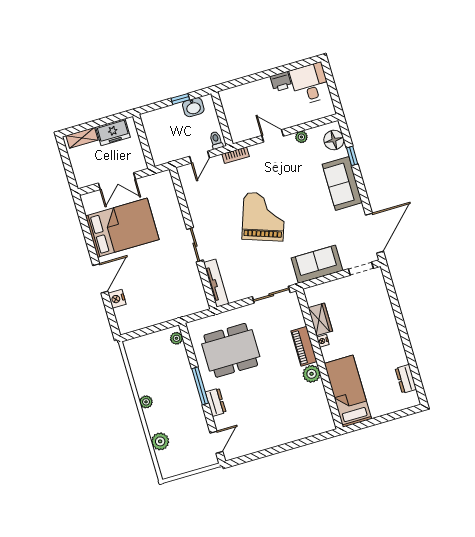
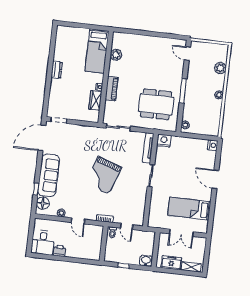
washbasin: (193, 107) -> (146, 261), moved
door: (200, 157) -> (126, 226), swing flipped
double door: (117, 181) -> (181, 233), swing flipped
sofa: (342, 183) -> (49, 175), width x1.36
bed: (122, 228) -> (189, 208), width x0.67
sofa: (317, 264) -> (84, 134), removed
door: (100, 278) -> (215, 179), hinge flipped
nightstand: (117, 299) -> (213, 145), moved
nightstand: (198, 303) -> (164, 141), added
plant: (312, 374) -> (116, 55), moved
dresser: (406, 379) -> (57, 70), moved
dresser: (216, 402) -> (178, 77), removed
door: (216, 442) -> (187, 54), hinge flipped

